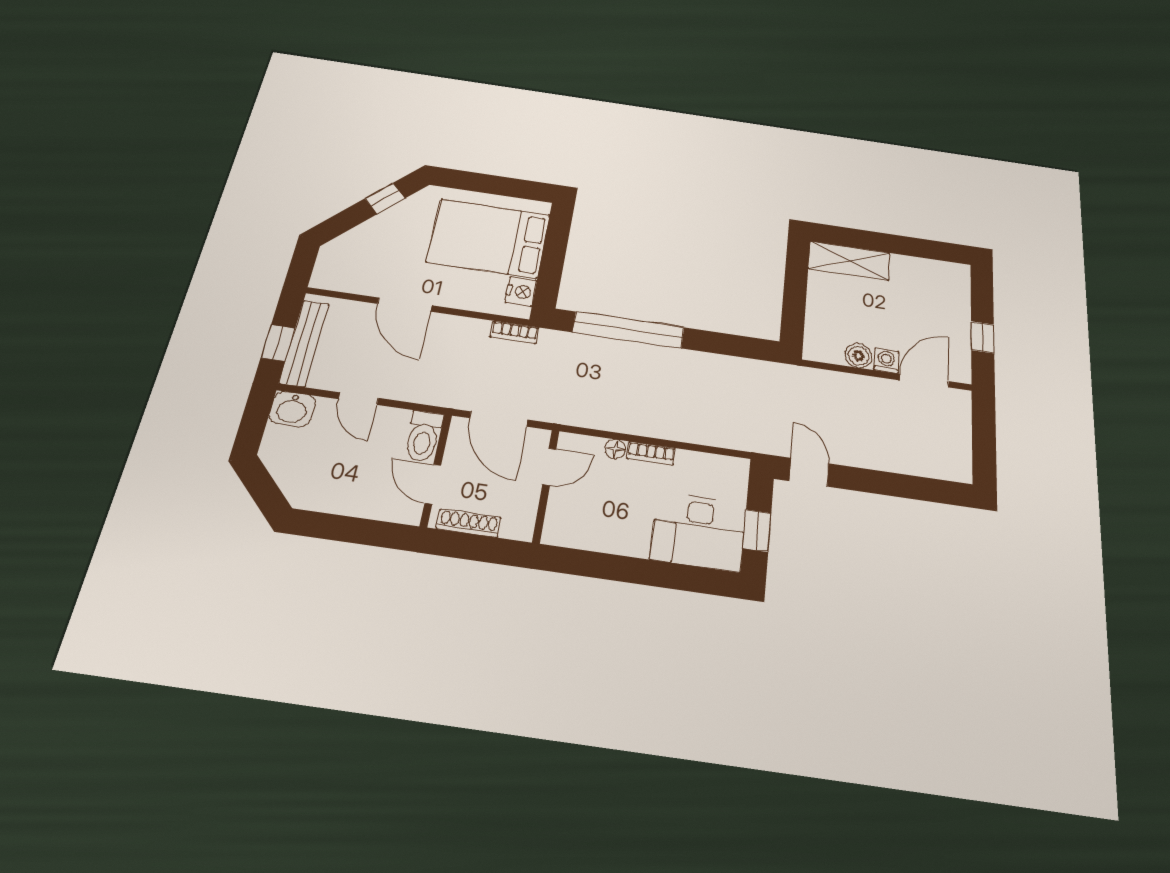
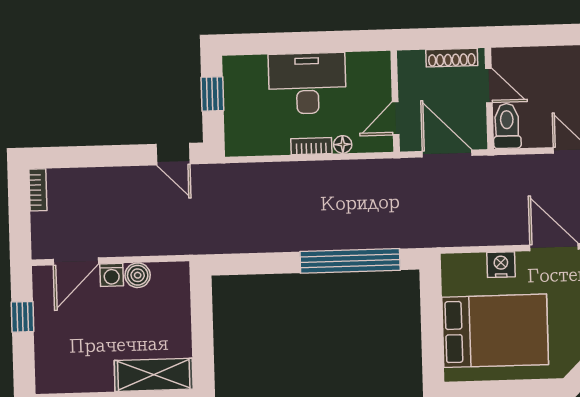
nightstand: (521, 292) -> (501, 265), moved, turned 90
bookcase: (515, 332) -> (38, 190), moved, turned 90
desk: (699, 531) -> (307, 83), moved

